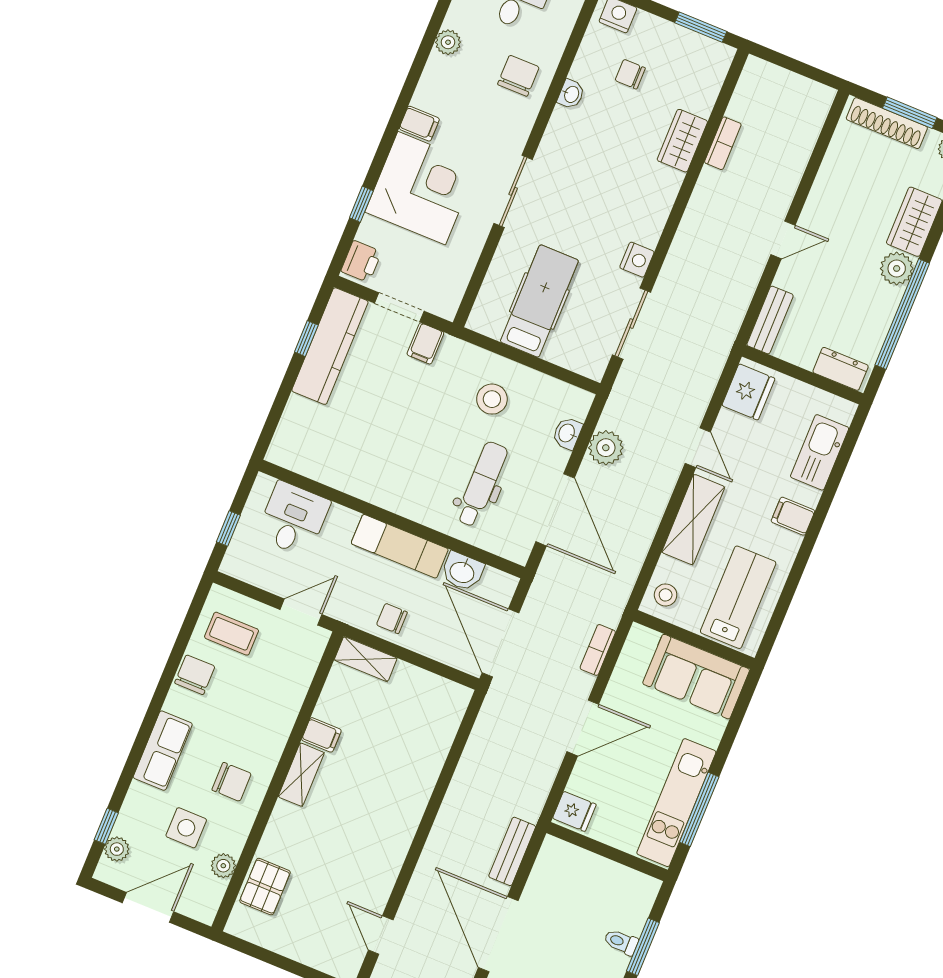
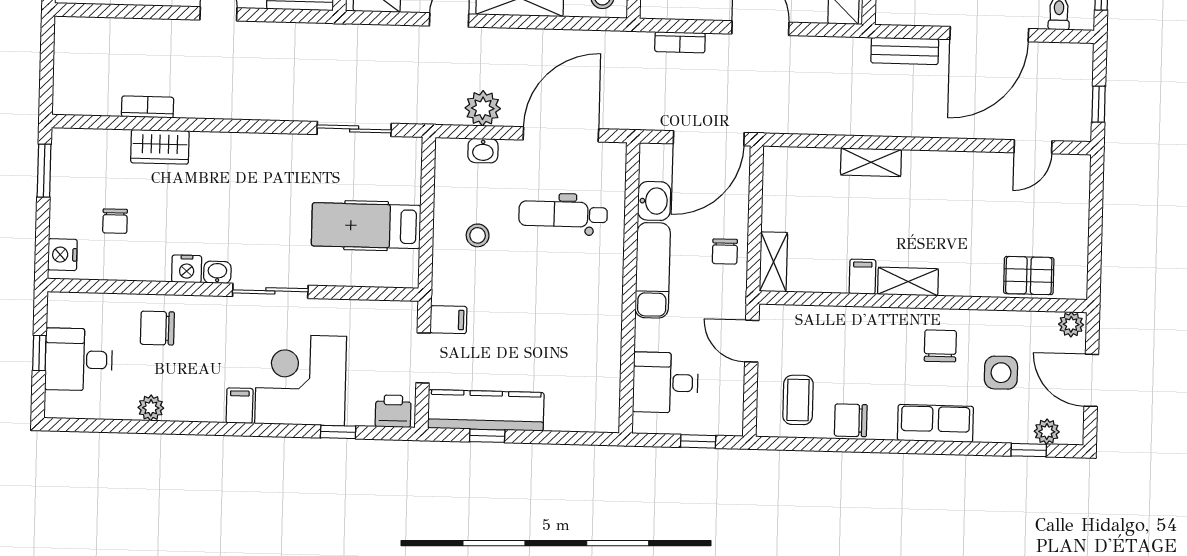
washbasin: (571, 94) -> (217, 272), moved
nightstand: (637, 260) -> (187, 269), moved, turned 180
stool: (492, 399) -> (478, 235), width x0.73, depth x0.73
shelving: (423, 782) -> (871, 162), added
plant: (223, 866) -> (1071, 324), moved

